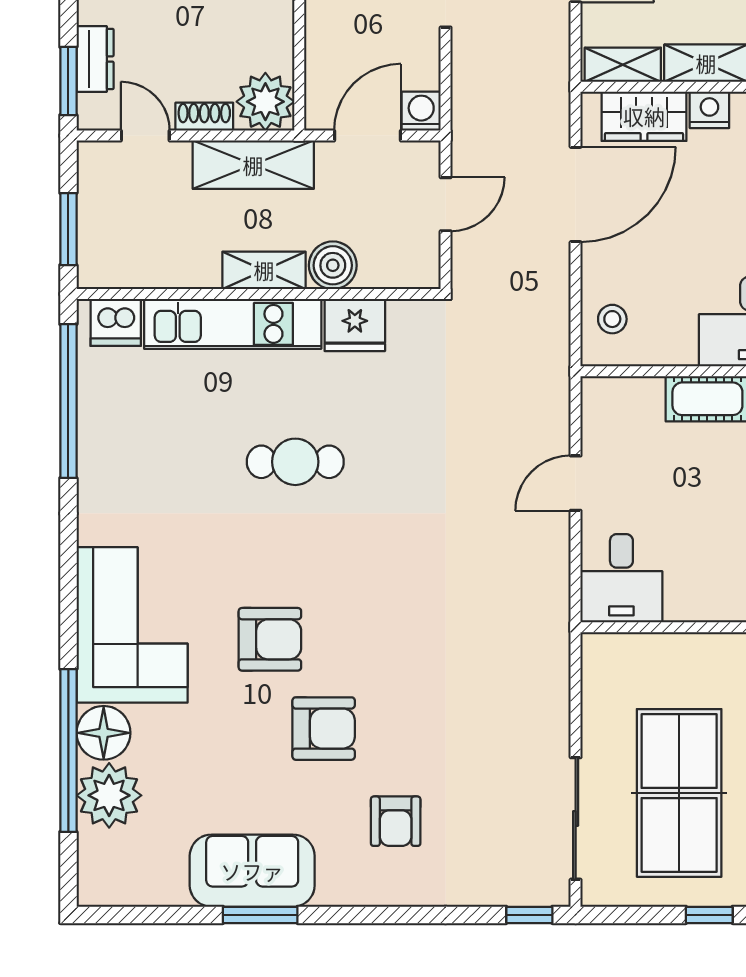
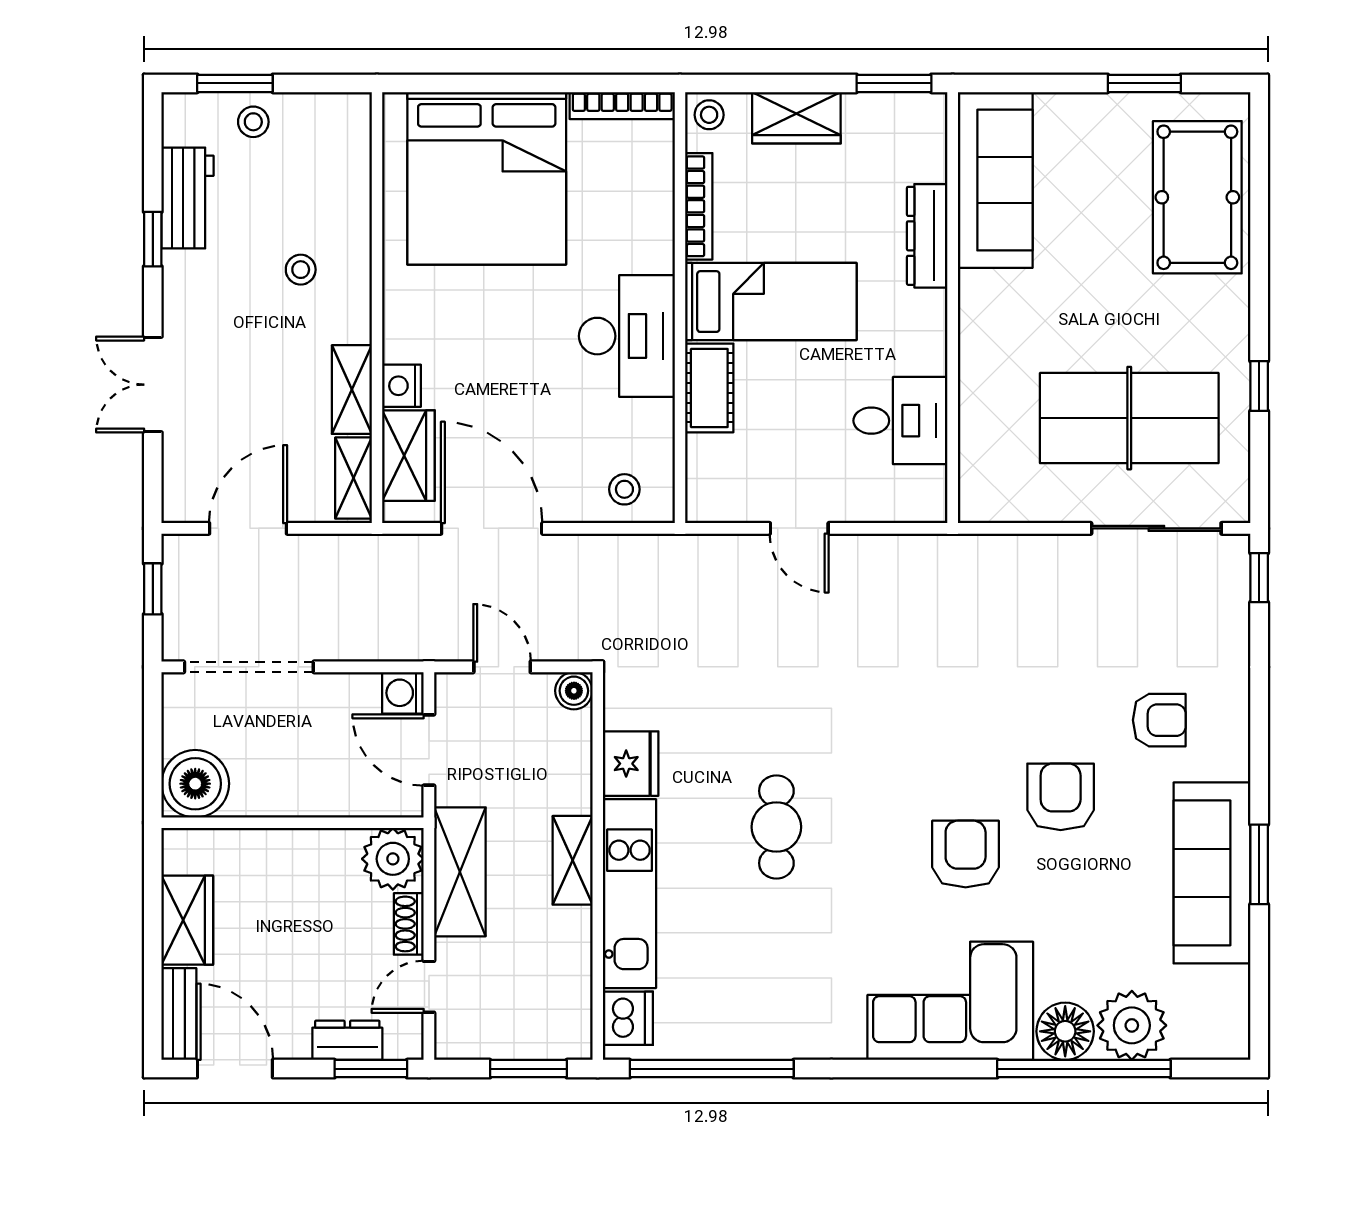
boiler: (333, 265) -> (574, 691), moved, width x0.73, depth x0.73
desk: (621, 578) -> (900, 421), moved
sofa: (252, 871) -> (1212, 873), width x1.36

